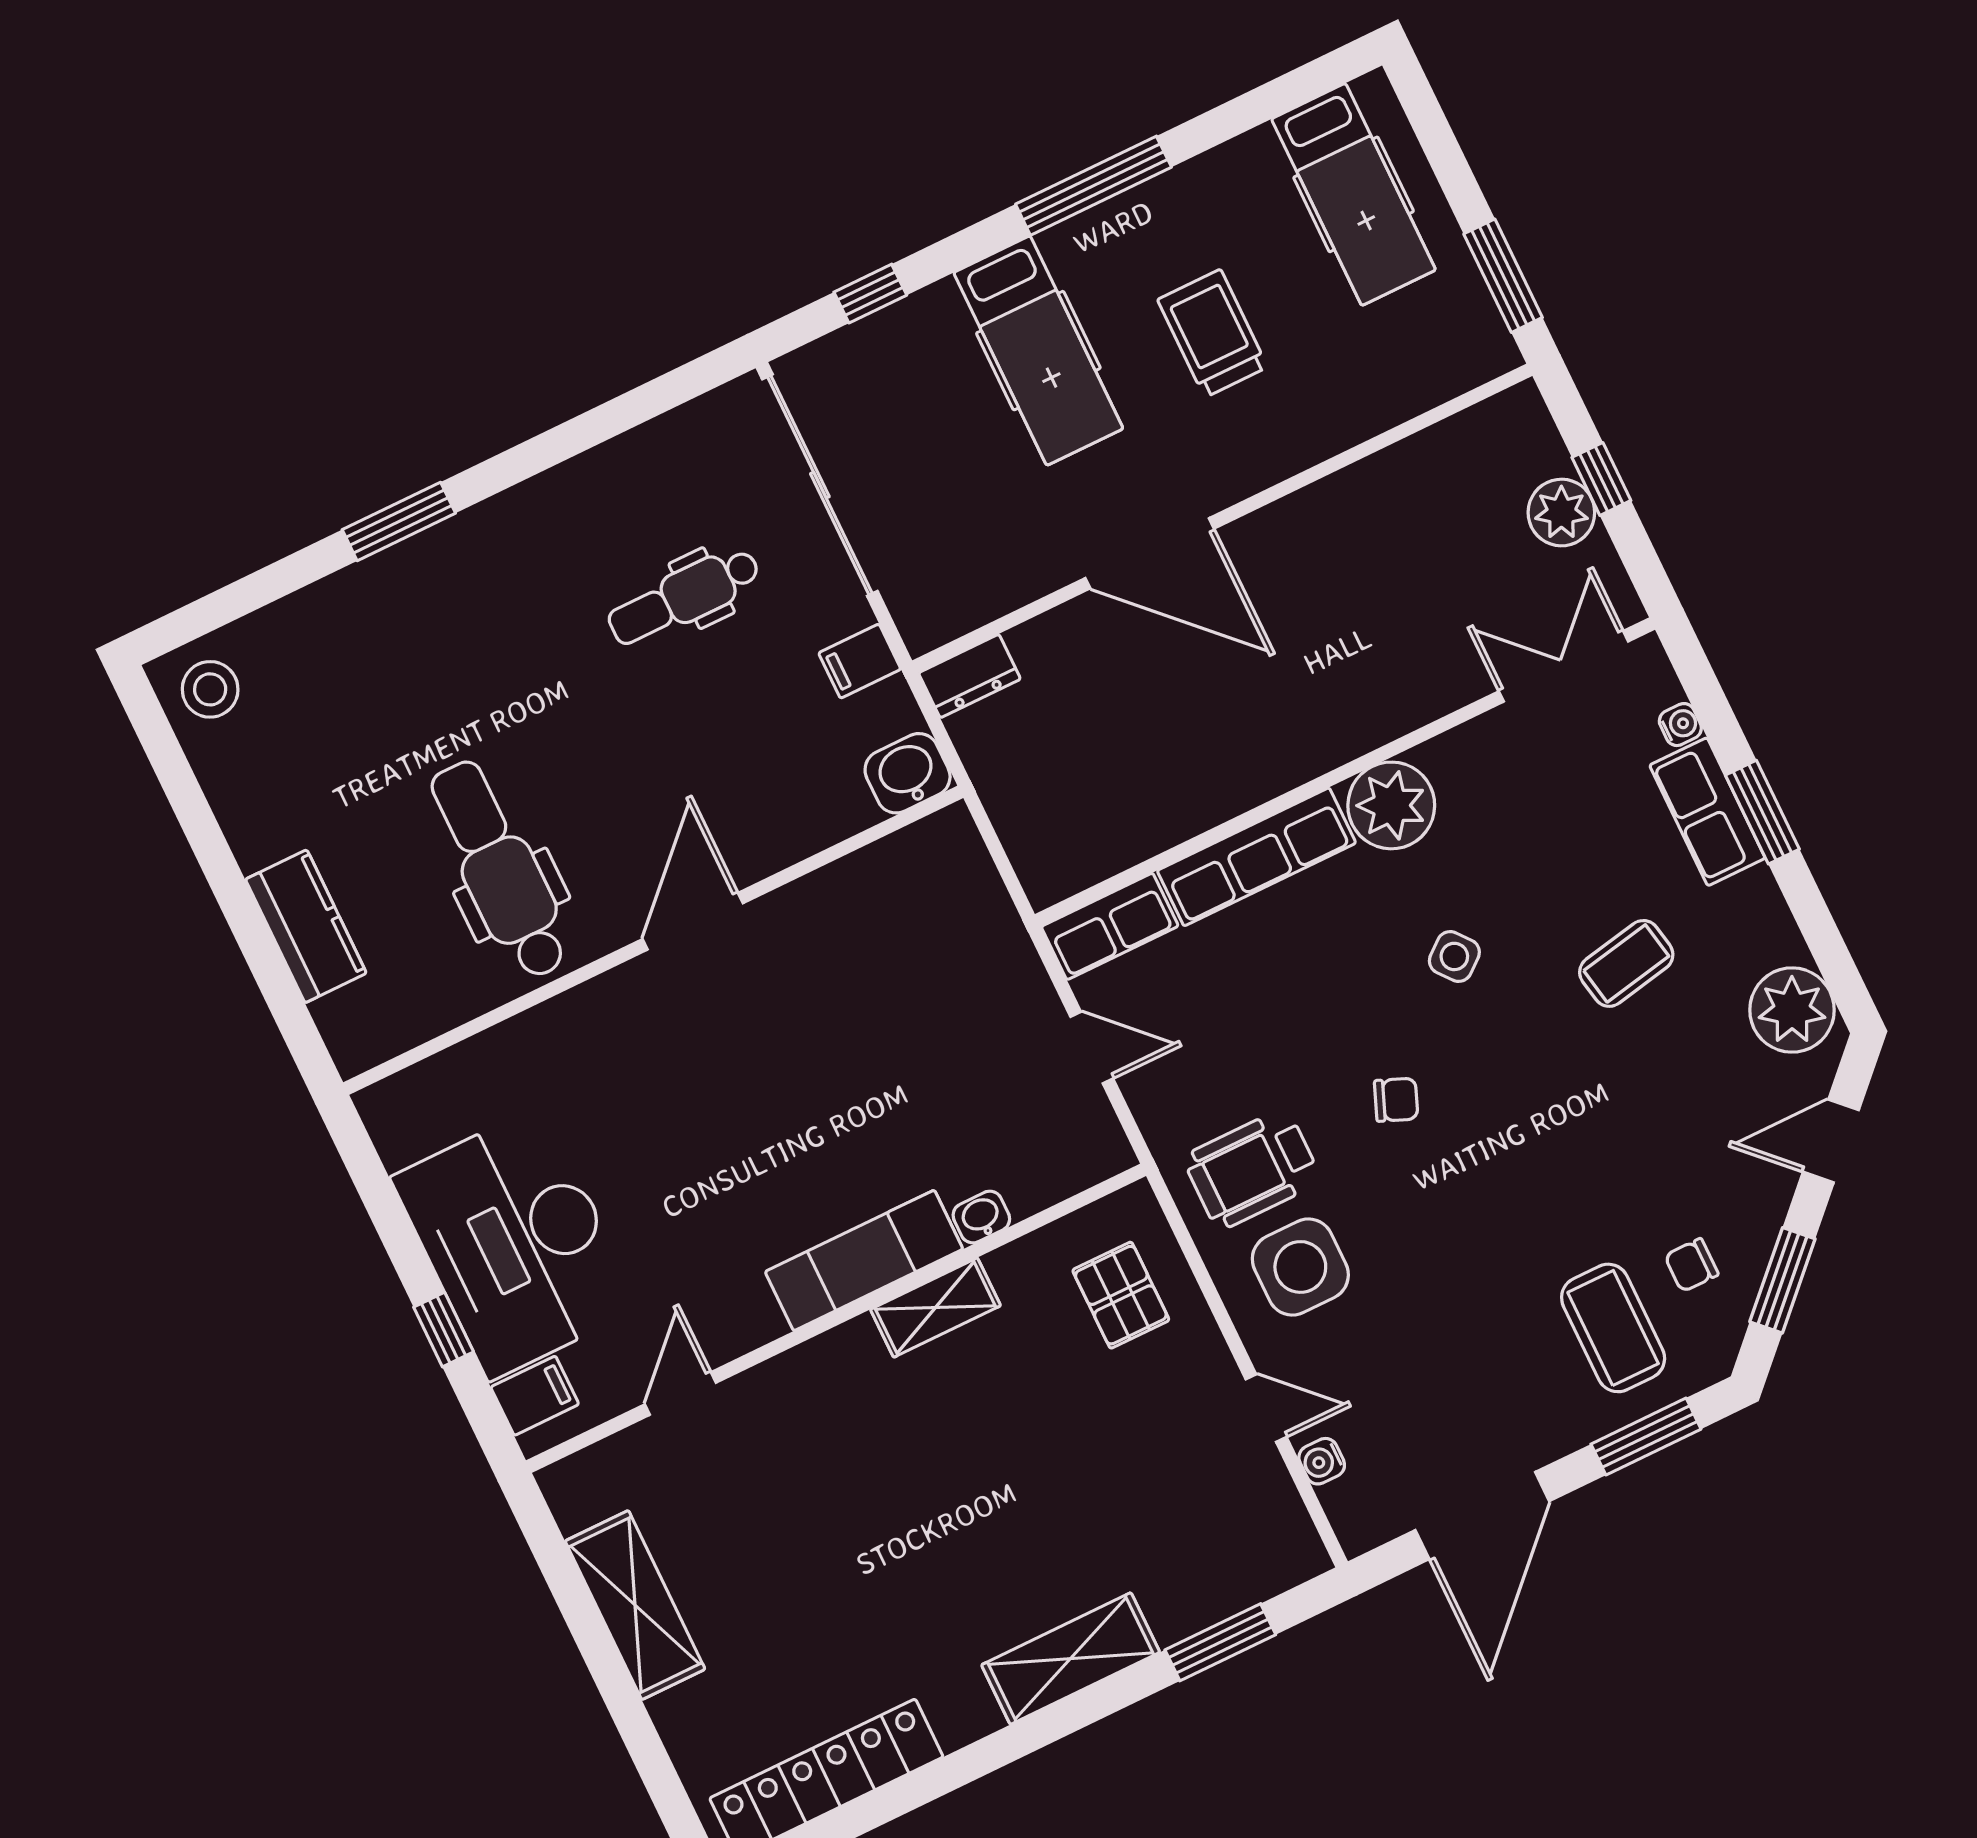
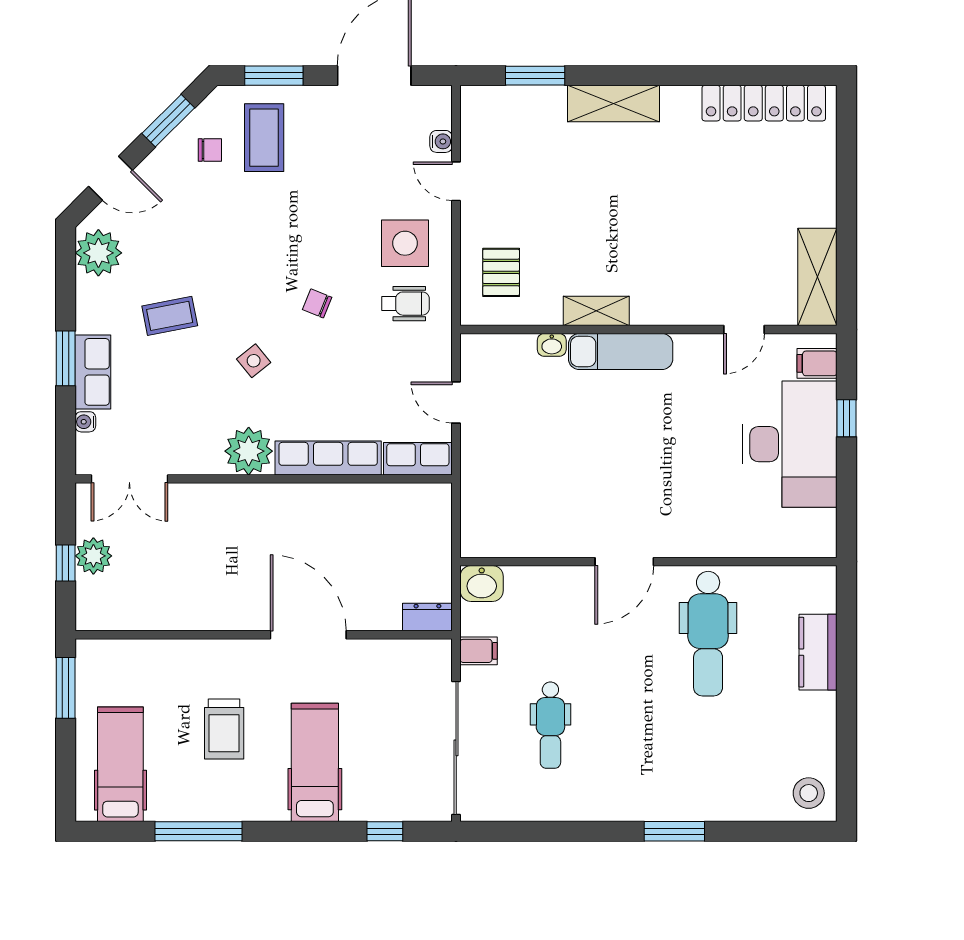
window: (1093, 186) -> (199, 831), moved
dental chair: (684, 597) -> (550, 725), turned 90
wheelchair: (1252, 1169) -> (405, 304), width x0.73, depth x0.73
shelving: (635, 1605) -> (817, 277), moved

